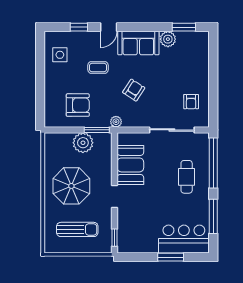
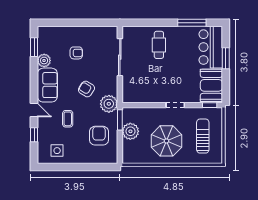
armchair: (191, 102) -> (76, 53), moved
plant: (116, 122) -> (109, 104), width x1.88, depth x1.88
window: (213, 163) -> (147, 23), removed
booth: (130, 165) -> (211, 85), moved, turned 90
cafe table: (187, 177) -> (159, 45), turned 90

